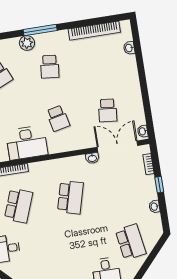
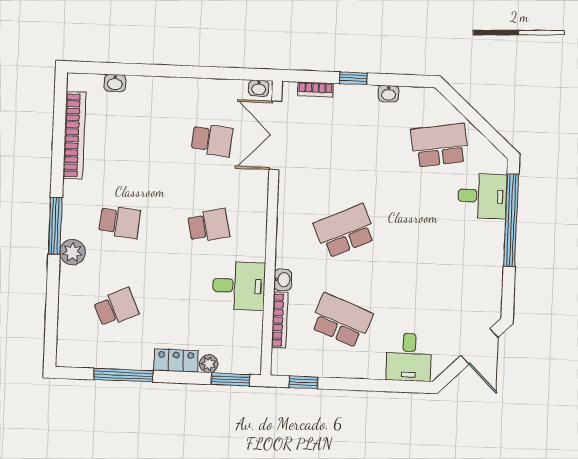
desk: (27, 143) -> (239, 286), width x0.73
washbasin: (92, 158) -> (283, 280), moved
school desk: (70, 197) -> (345, 231), turned -39

